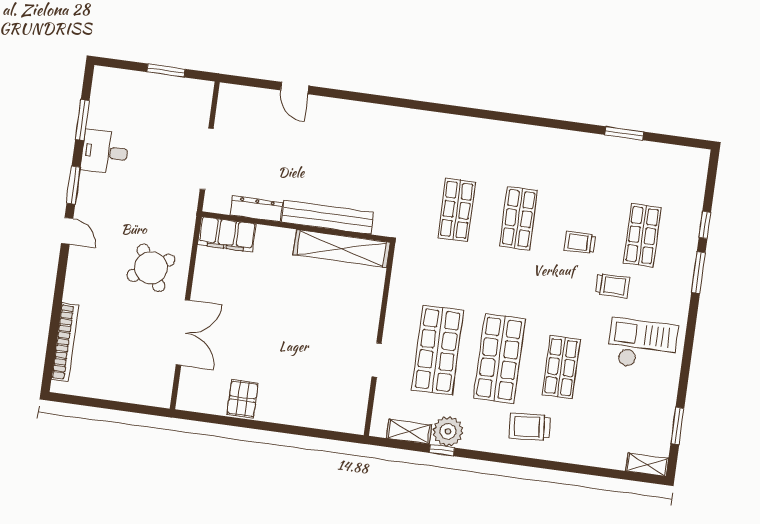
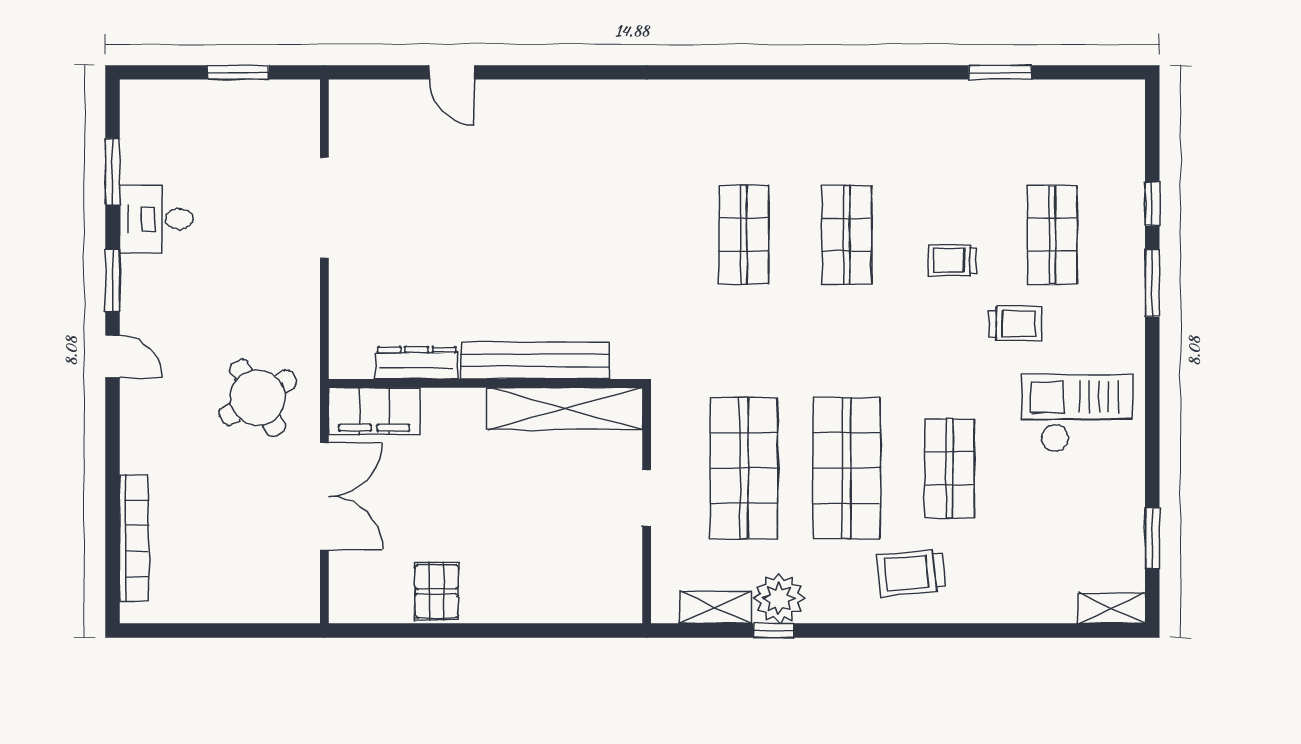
dresser: (256, 209) -> (416, 363), moved
bench: (328, 217) -> (535, 361), moved
wall: (296, 227) -> (485, 383), moved
filing cabinet: (227, 234) -> (374, 411), moved
shelving: (342, 249) -> (565, 409), moved

